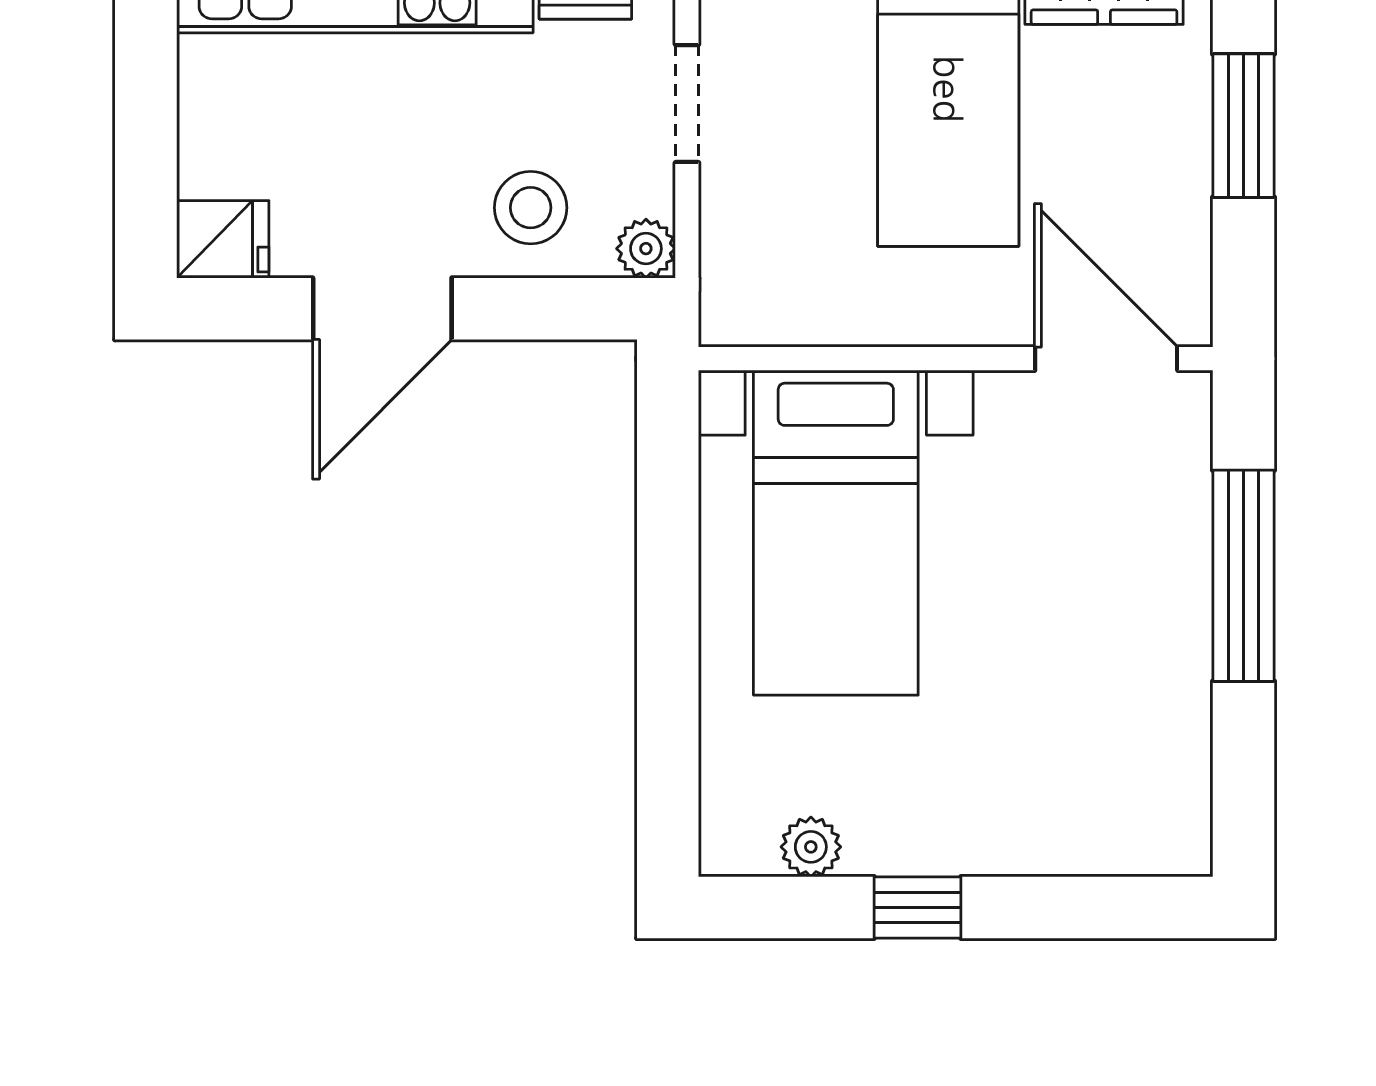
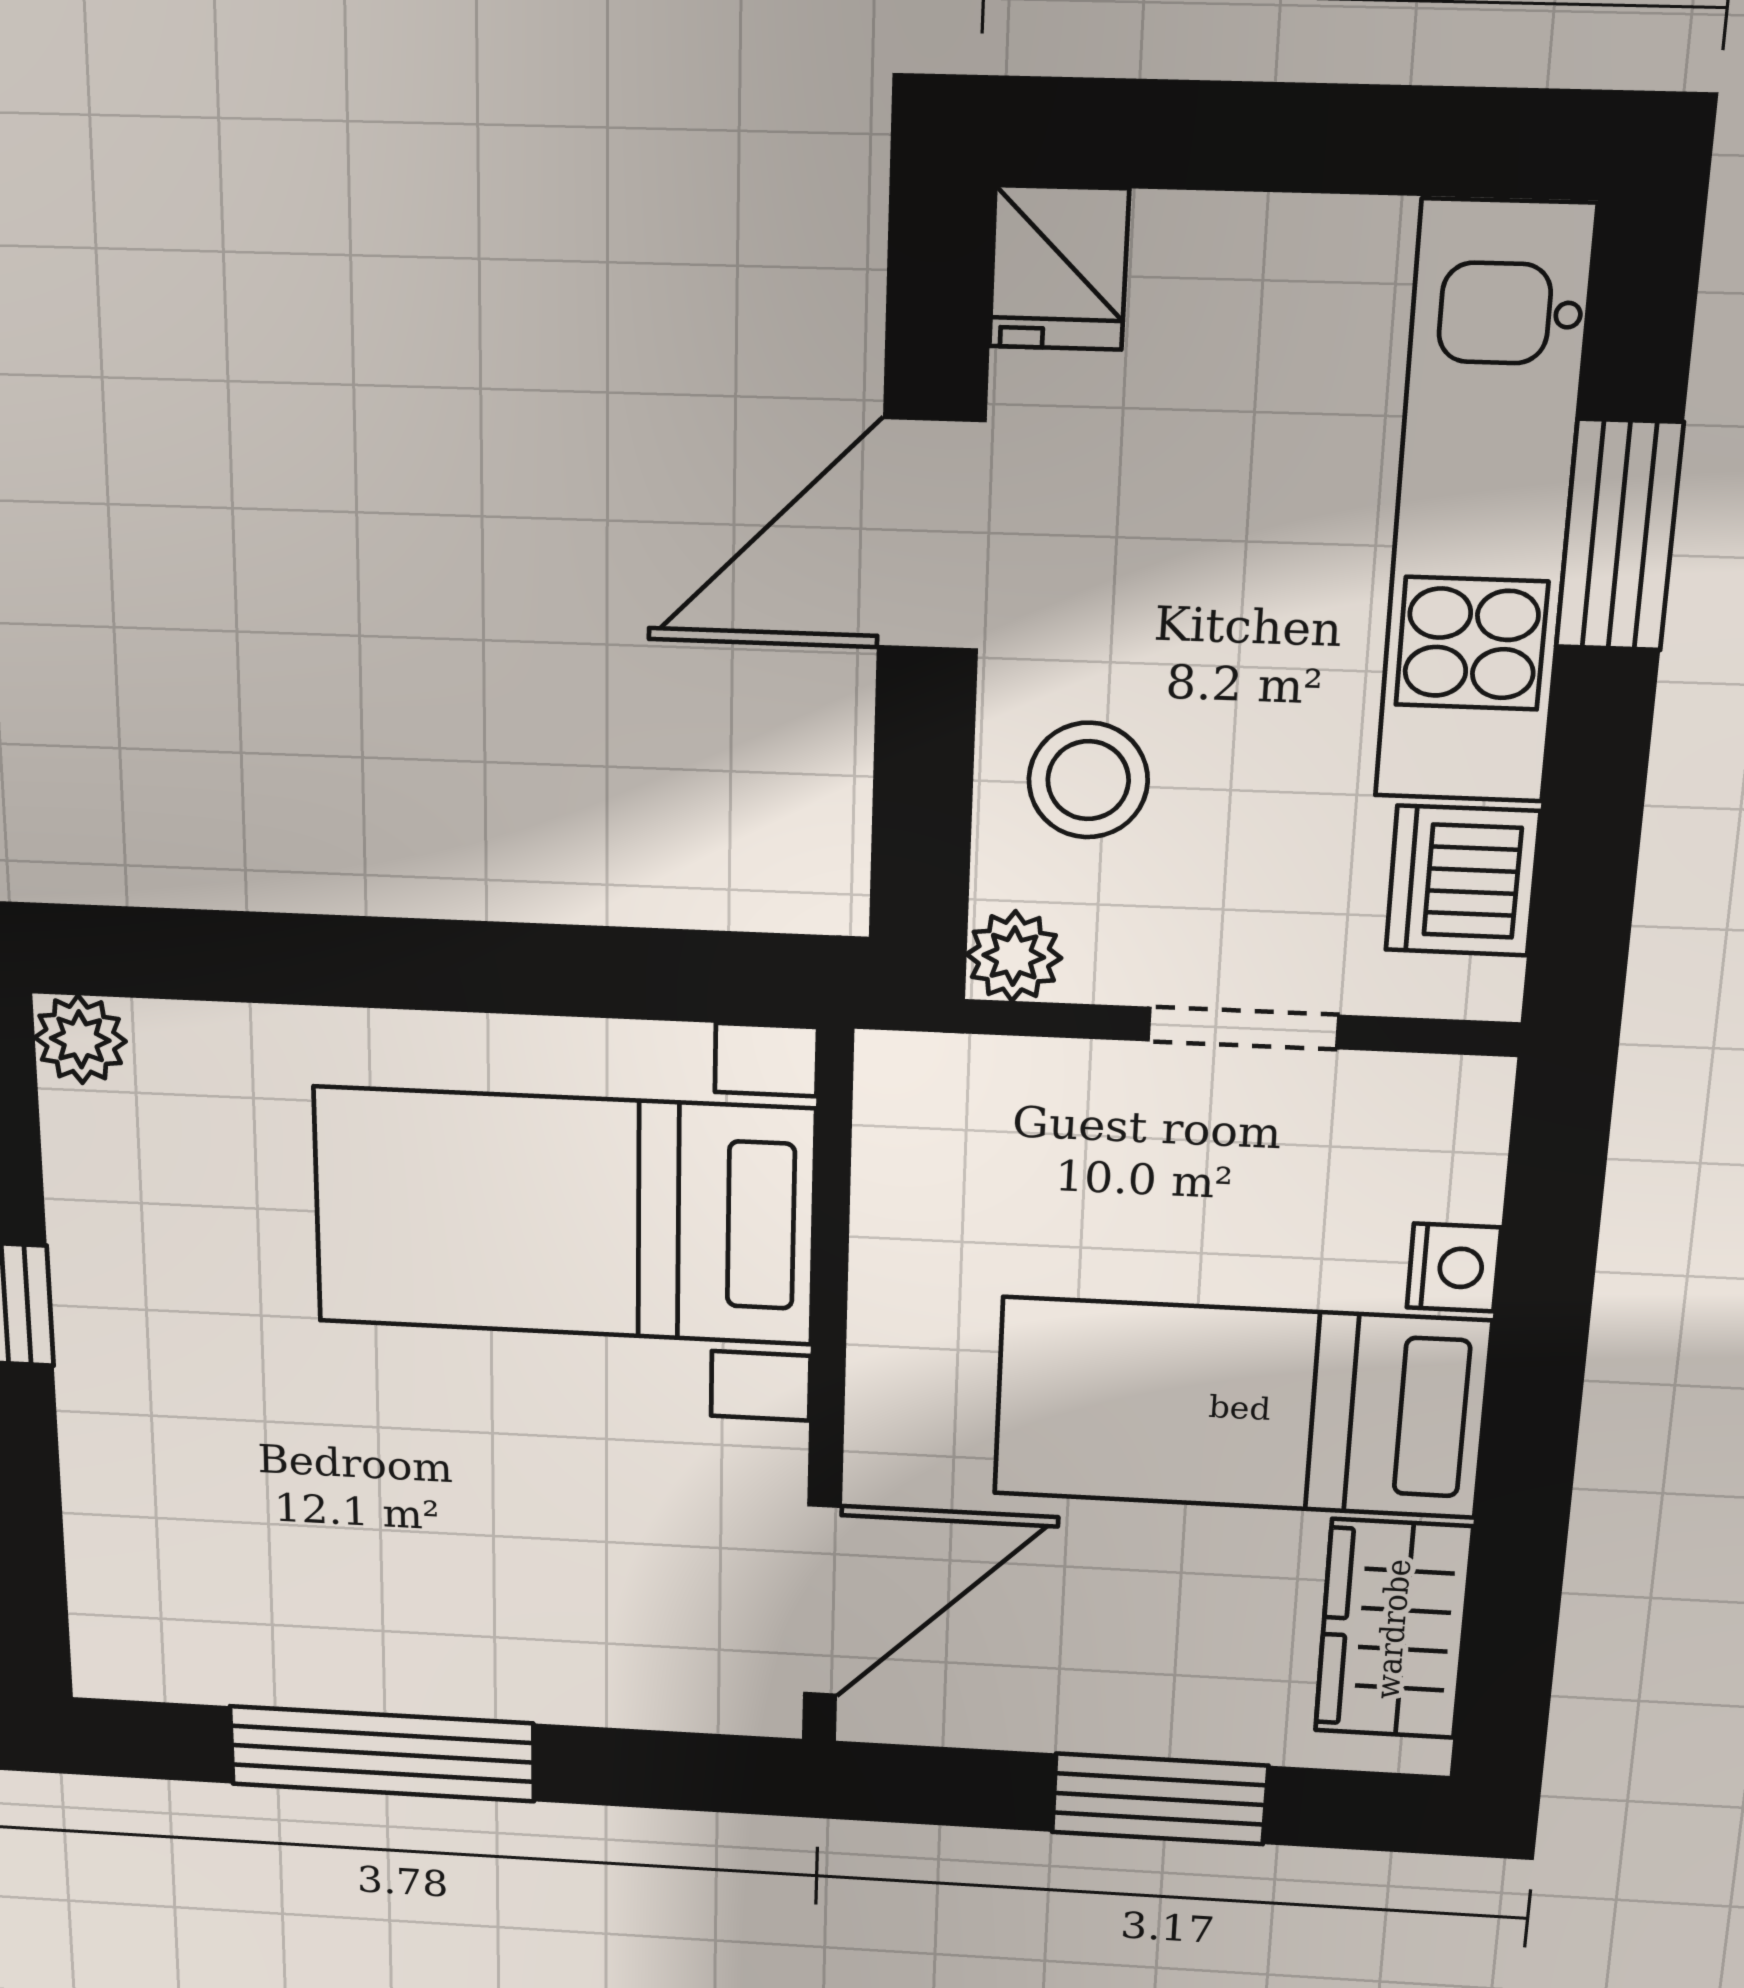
door: (382, 309) -> (931, 535), hinge flipped
window: (1243, 576) -> (382, 1754), moved
plant: (811, 847) -> (80, 1039), moved

